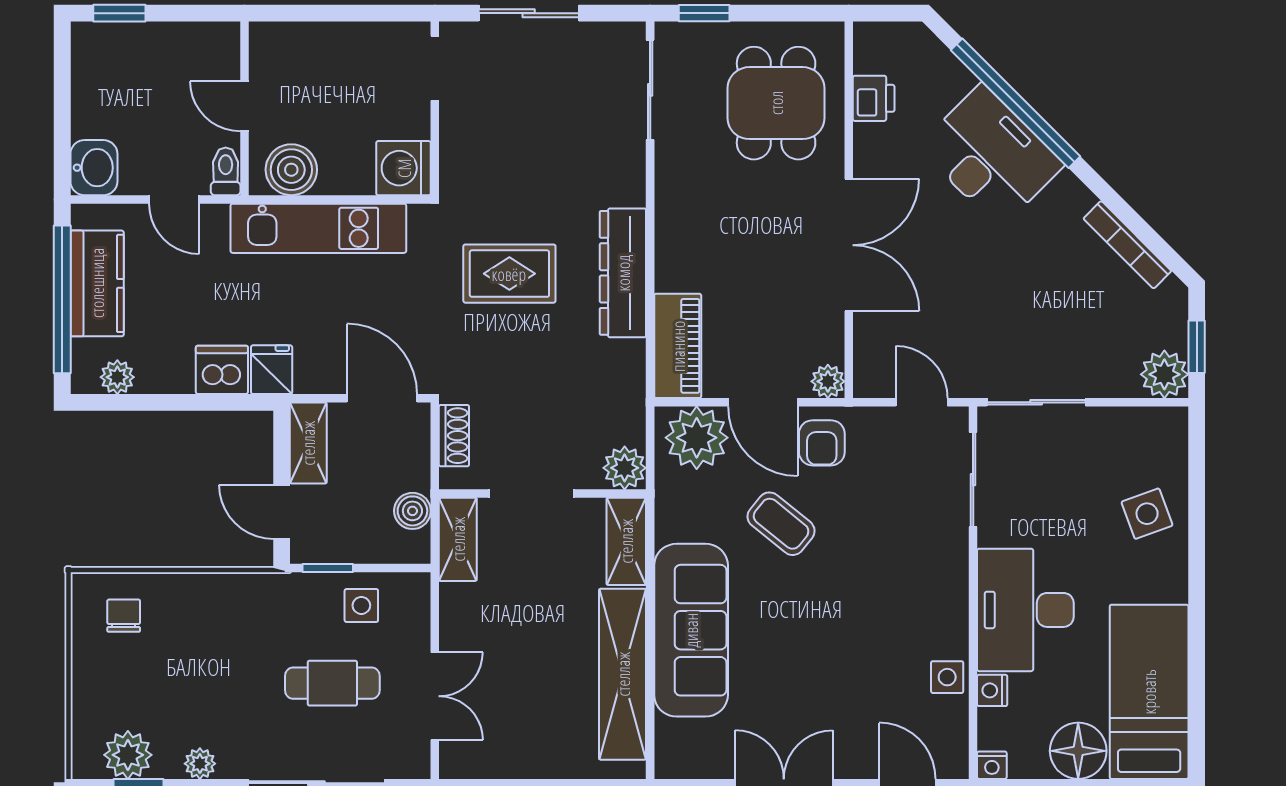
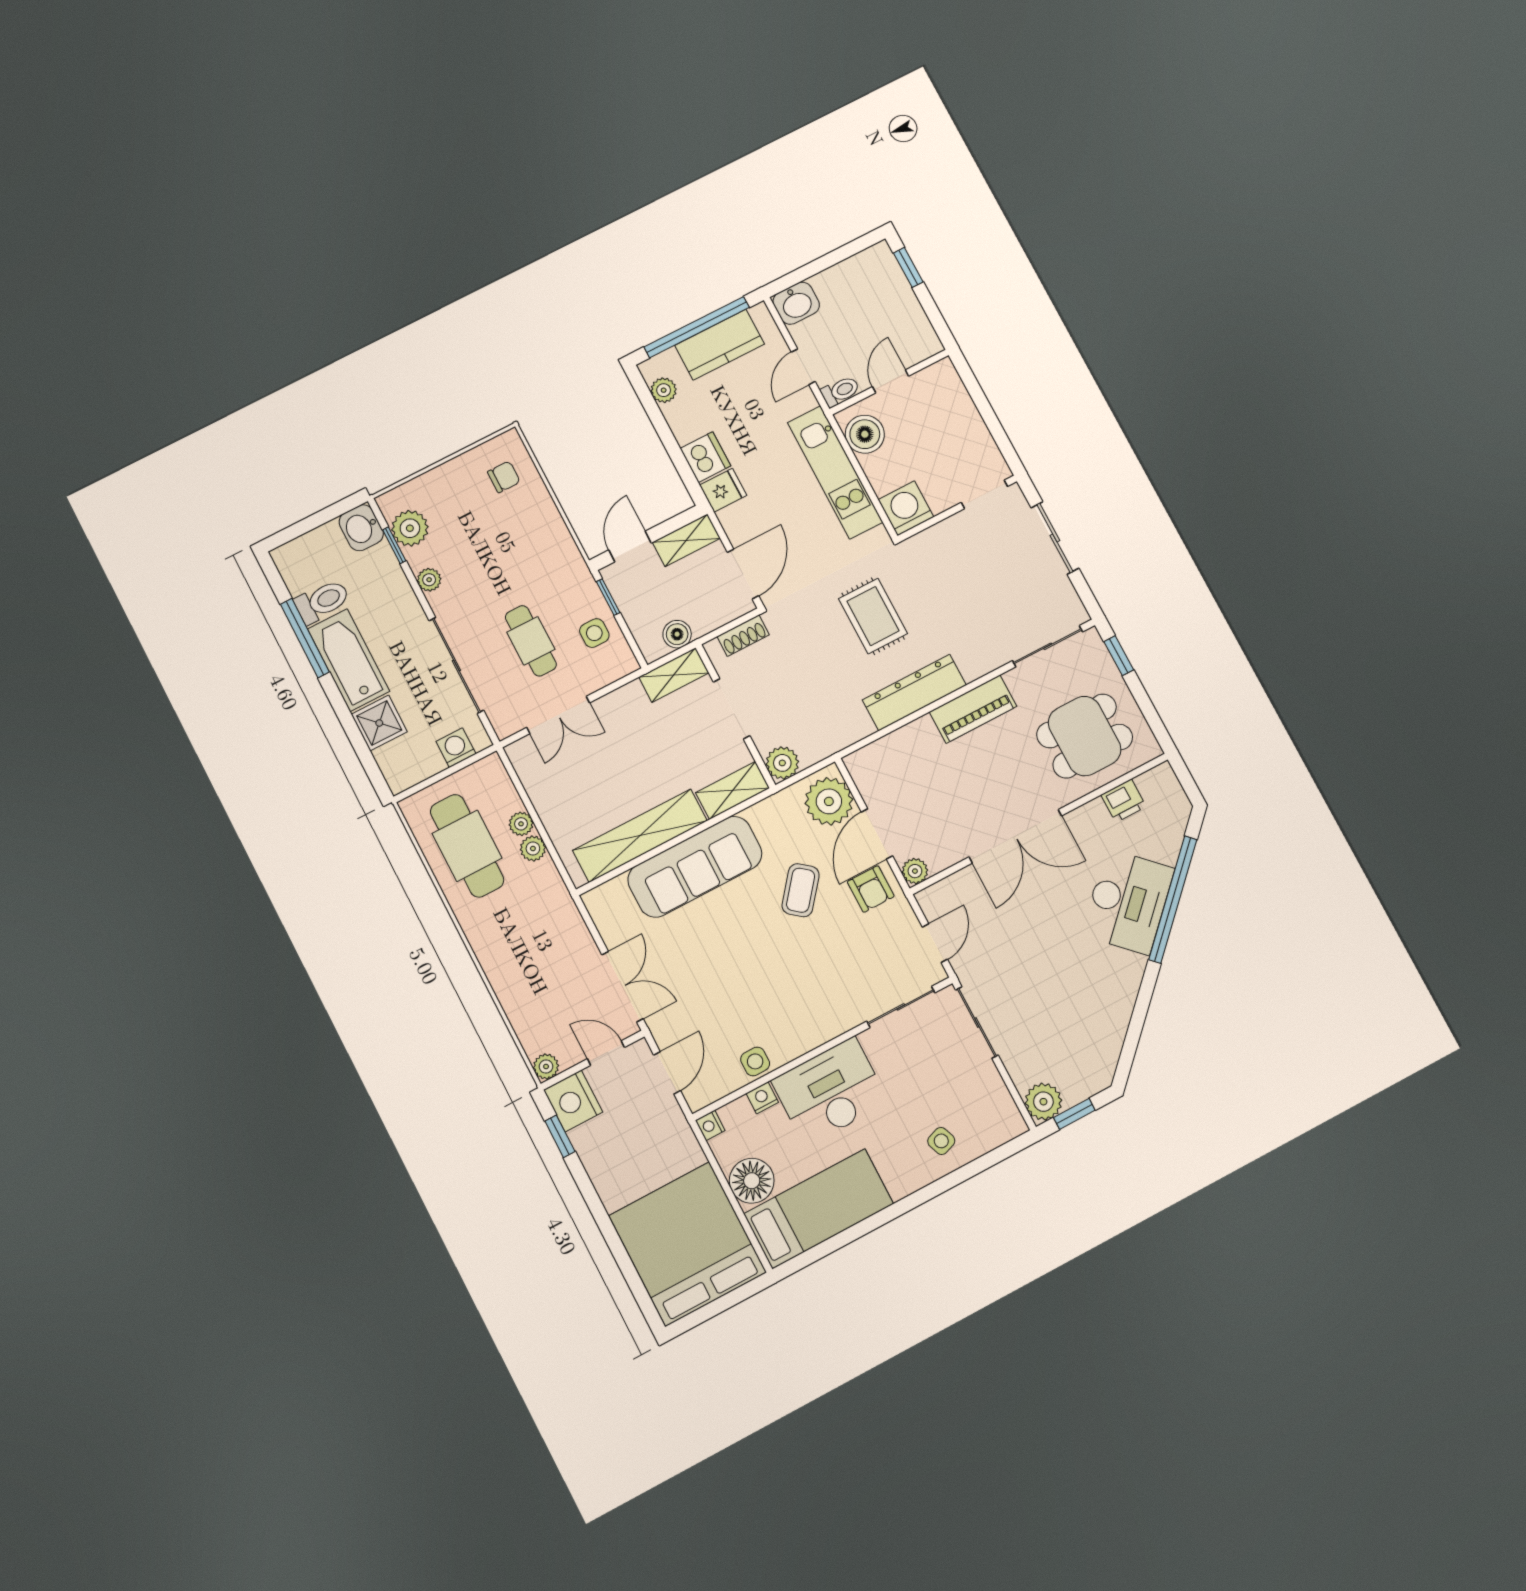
bookcase: (1127, 245) -> (1118, 1028), removed
piano: (678, 346) -> (973, 709), moved
armchair: (822, 443) -> (871, 889), turned -90
side table: (1147, 514) -> (941, 1141), width x0.73, depth x0.73

